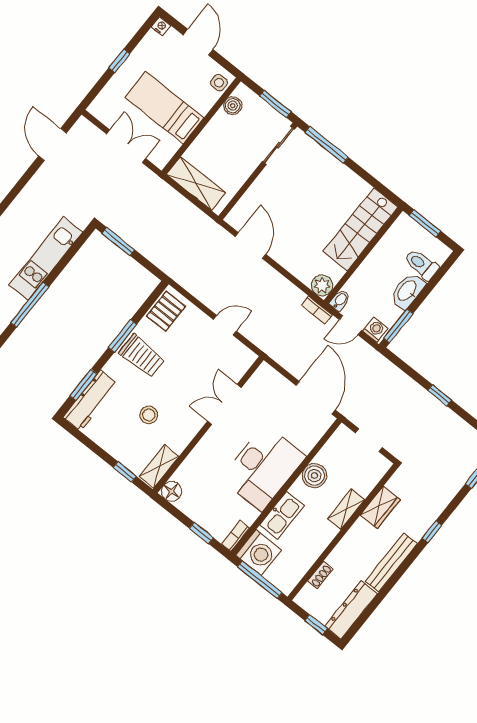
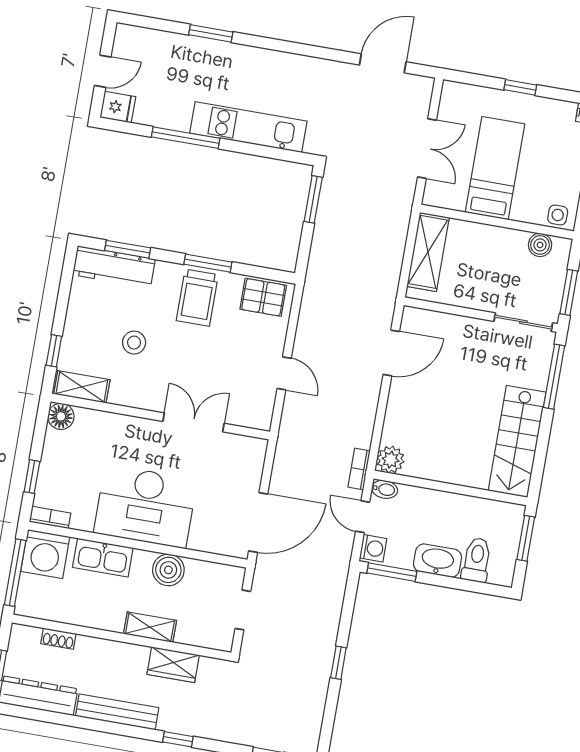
stairs: (361, 229) -> (517, 441), moved, turned -90

